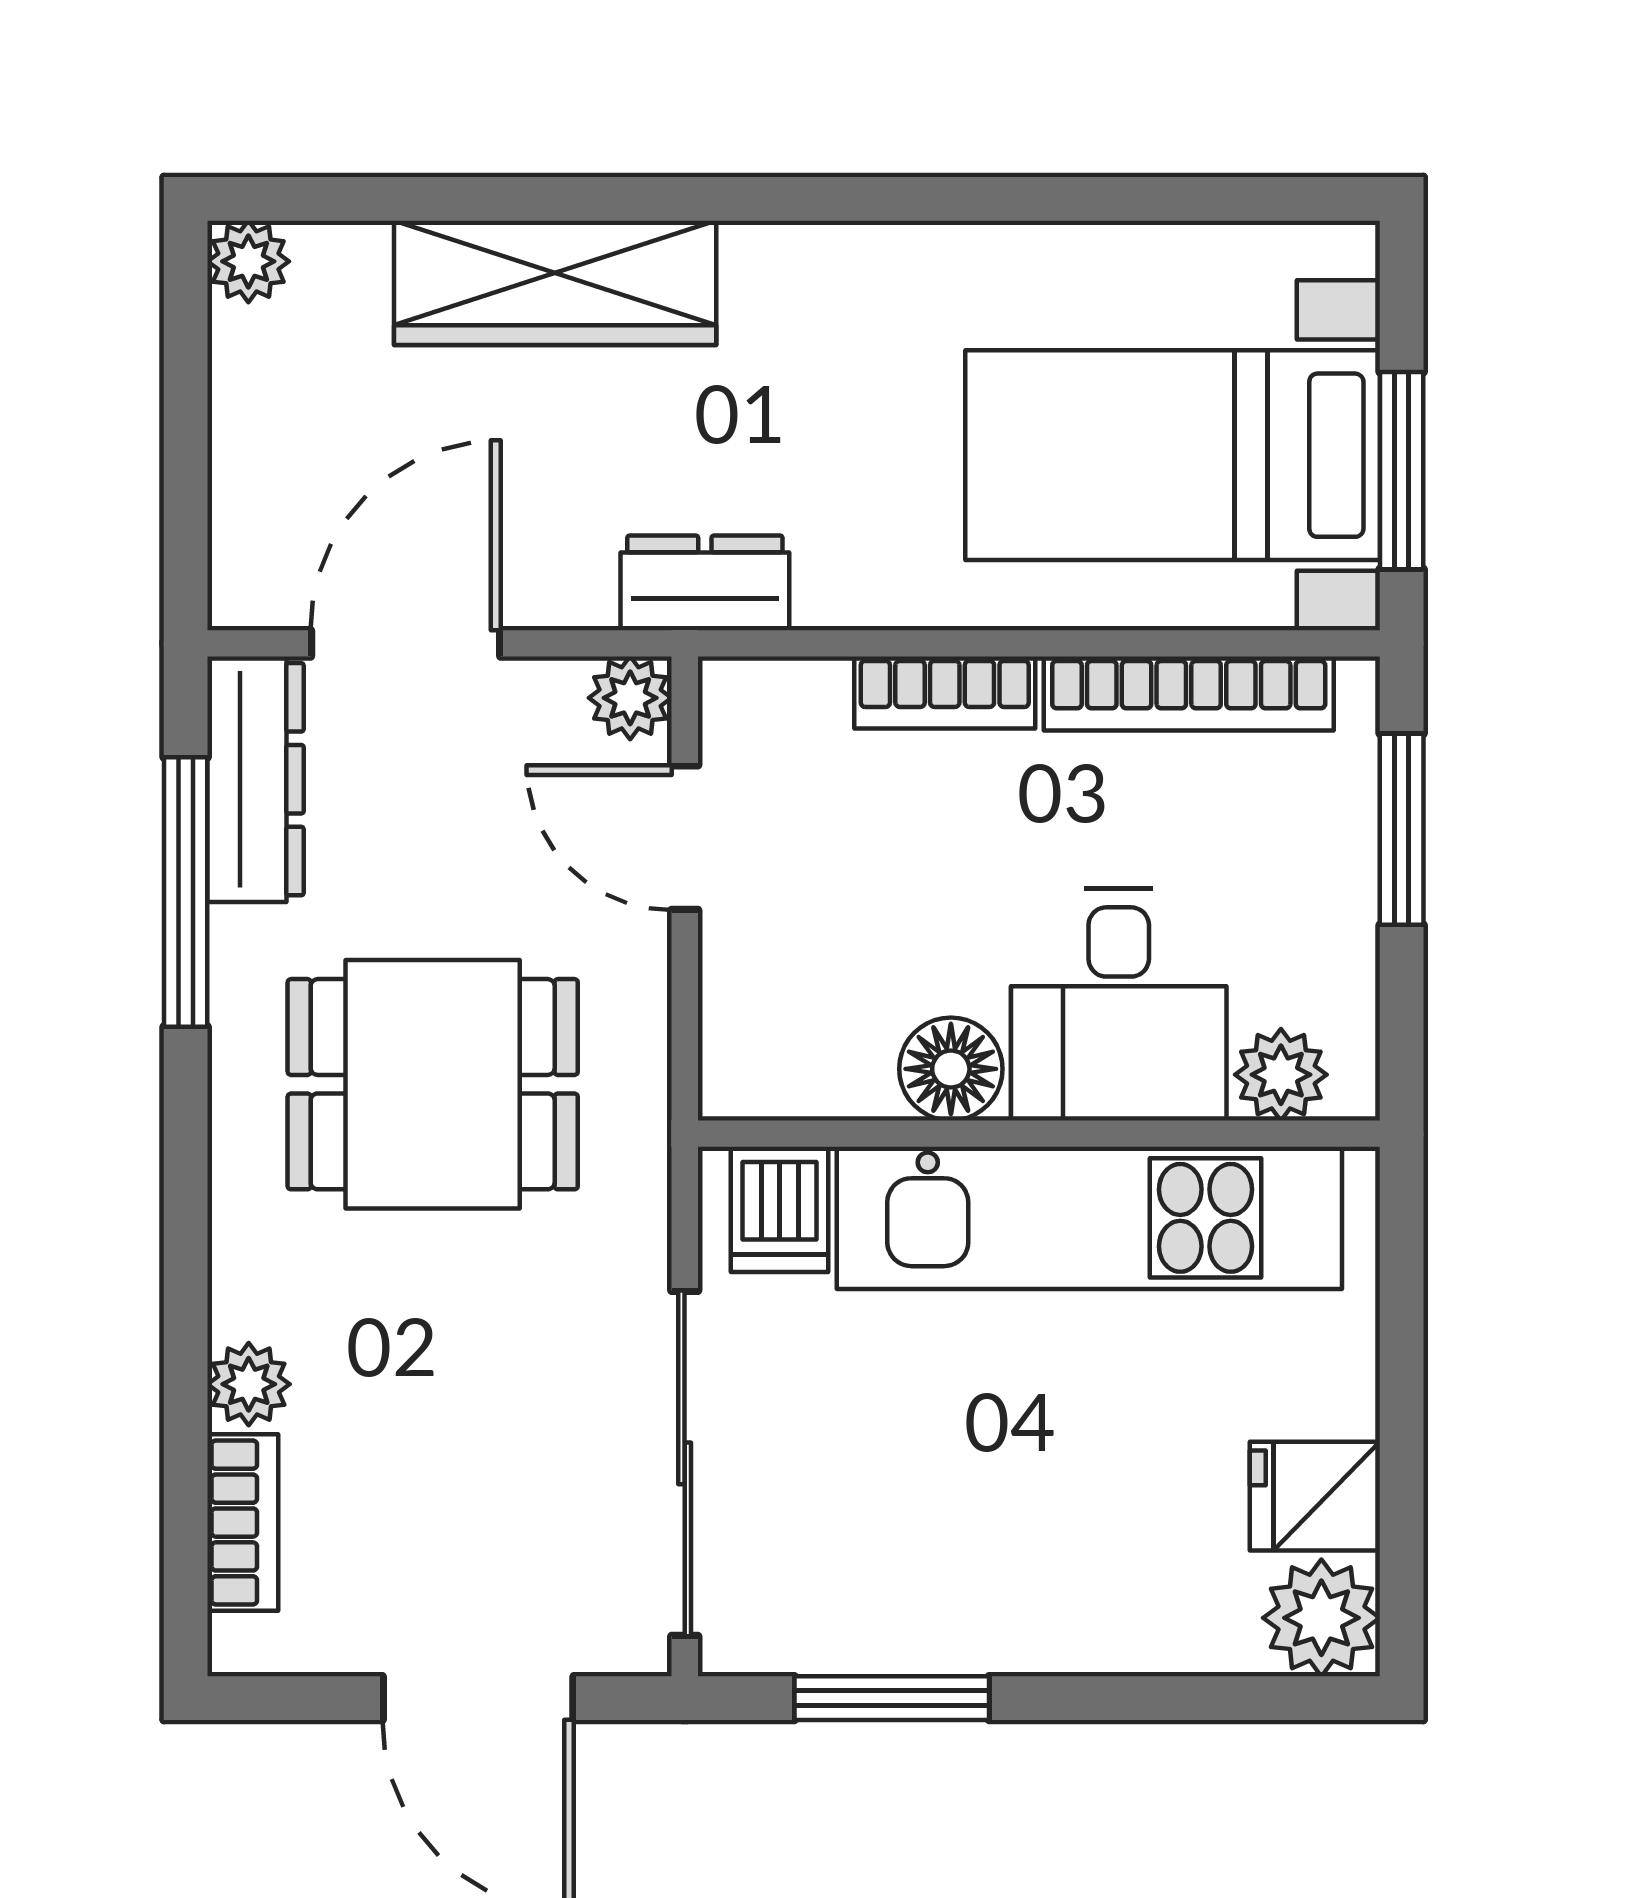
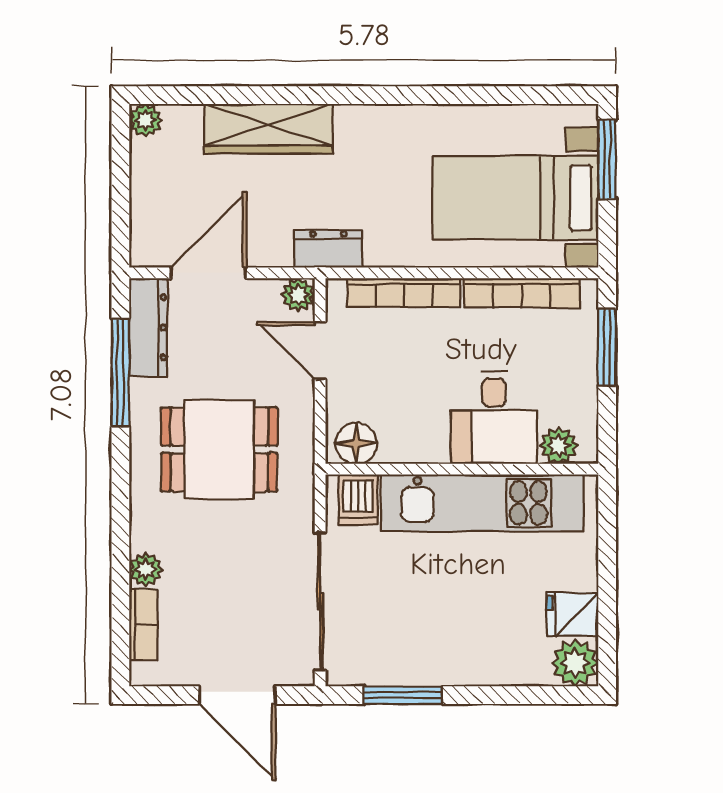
window: (1402, 471) -> (607, 159), moved
bookcase: (945, 693) -> (404, 293), width x1.56
floor lamp: (951, 1069) -> (356, 443), moved

